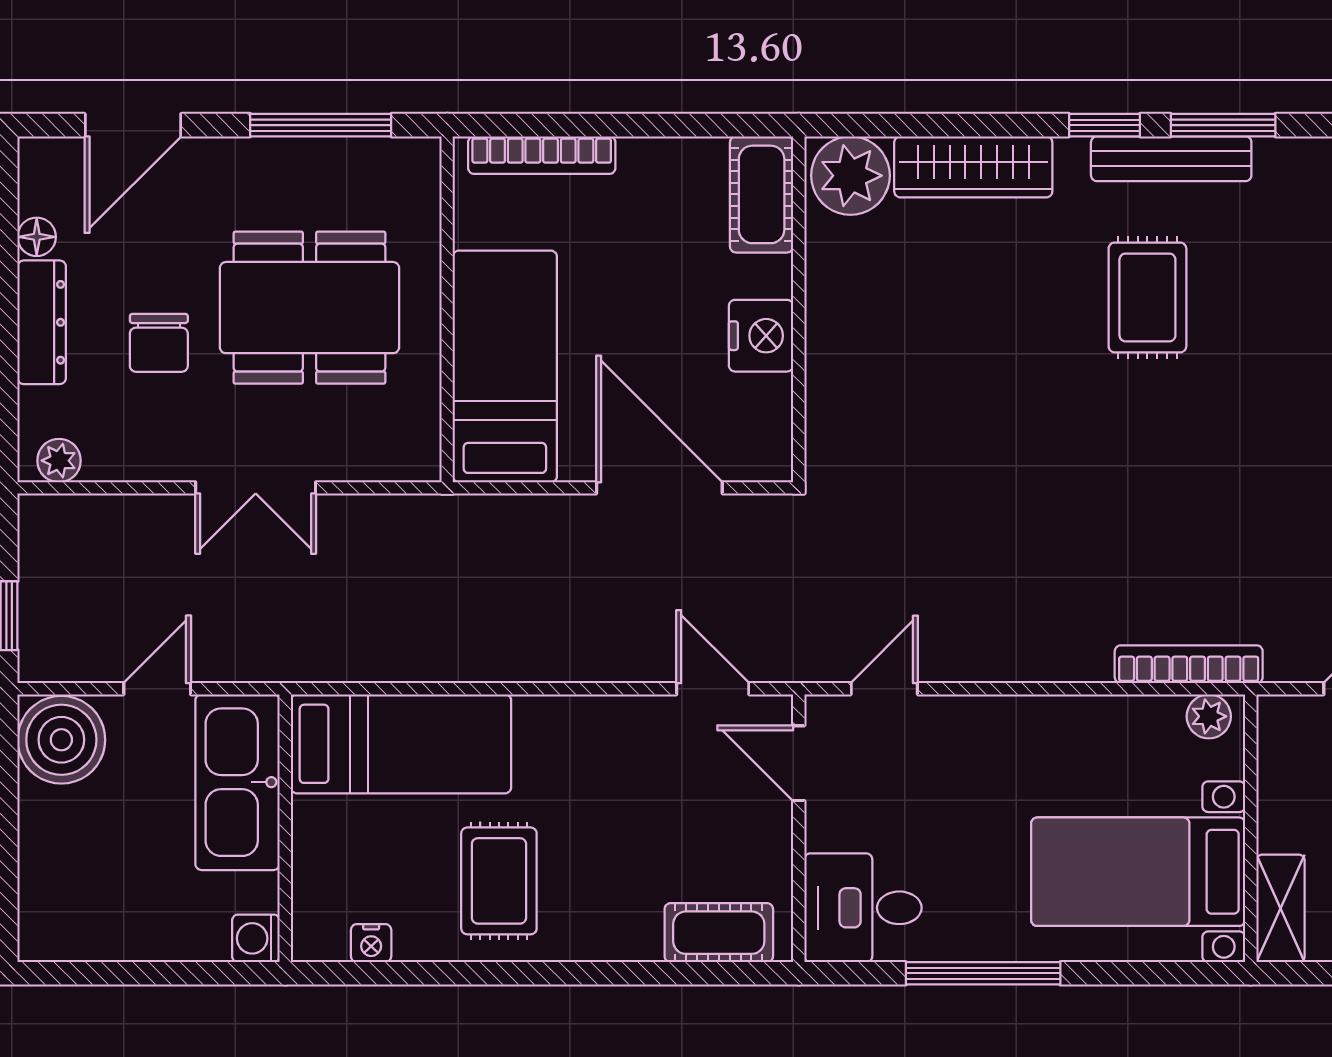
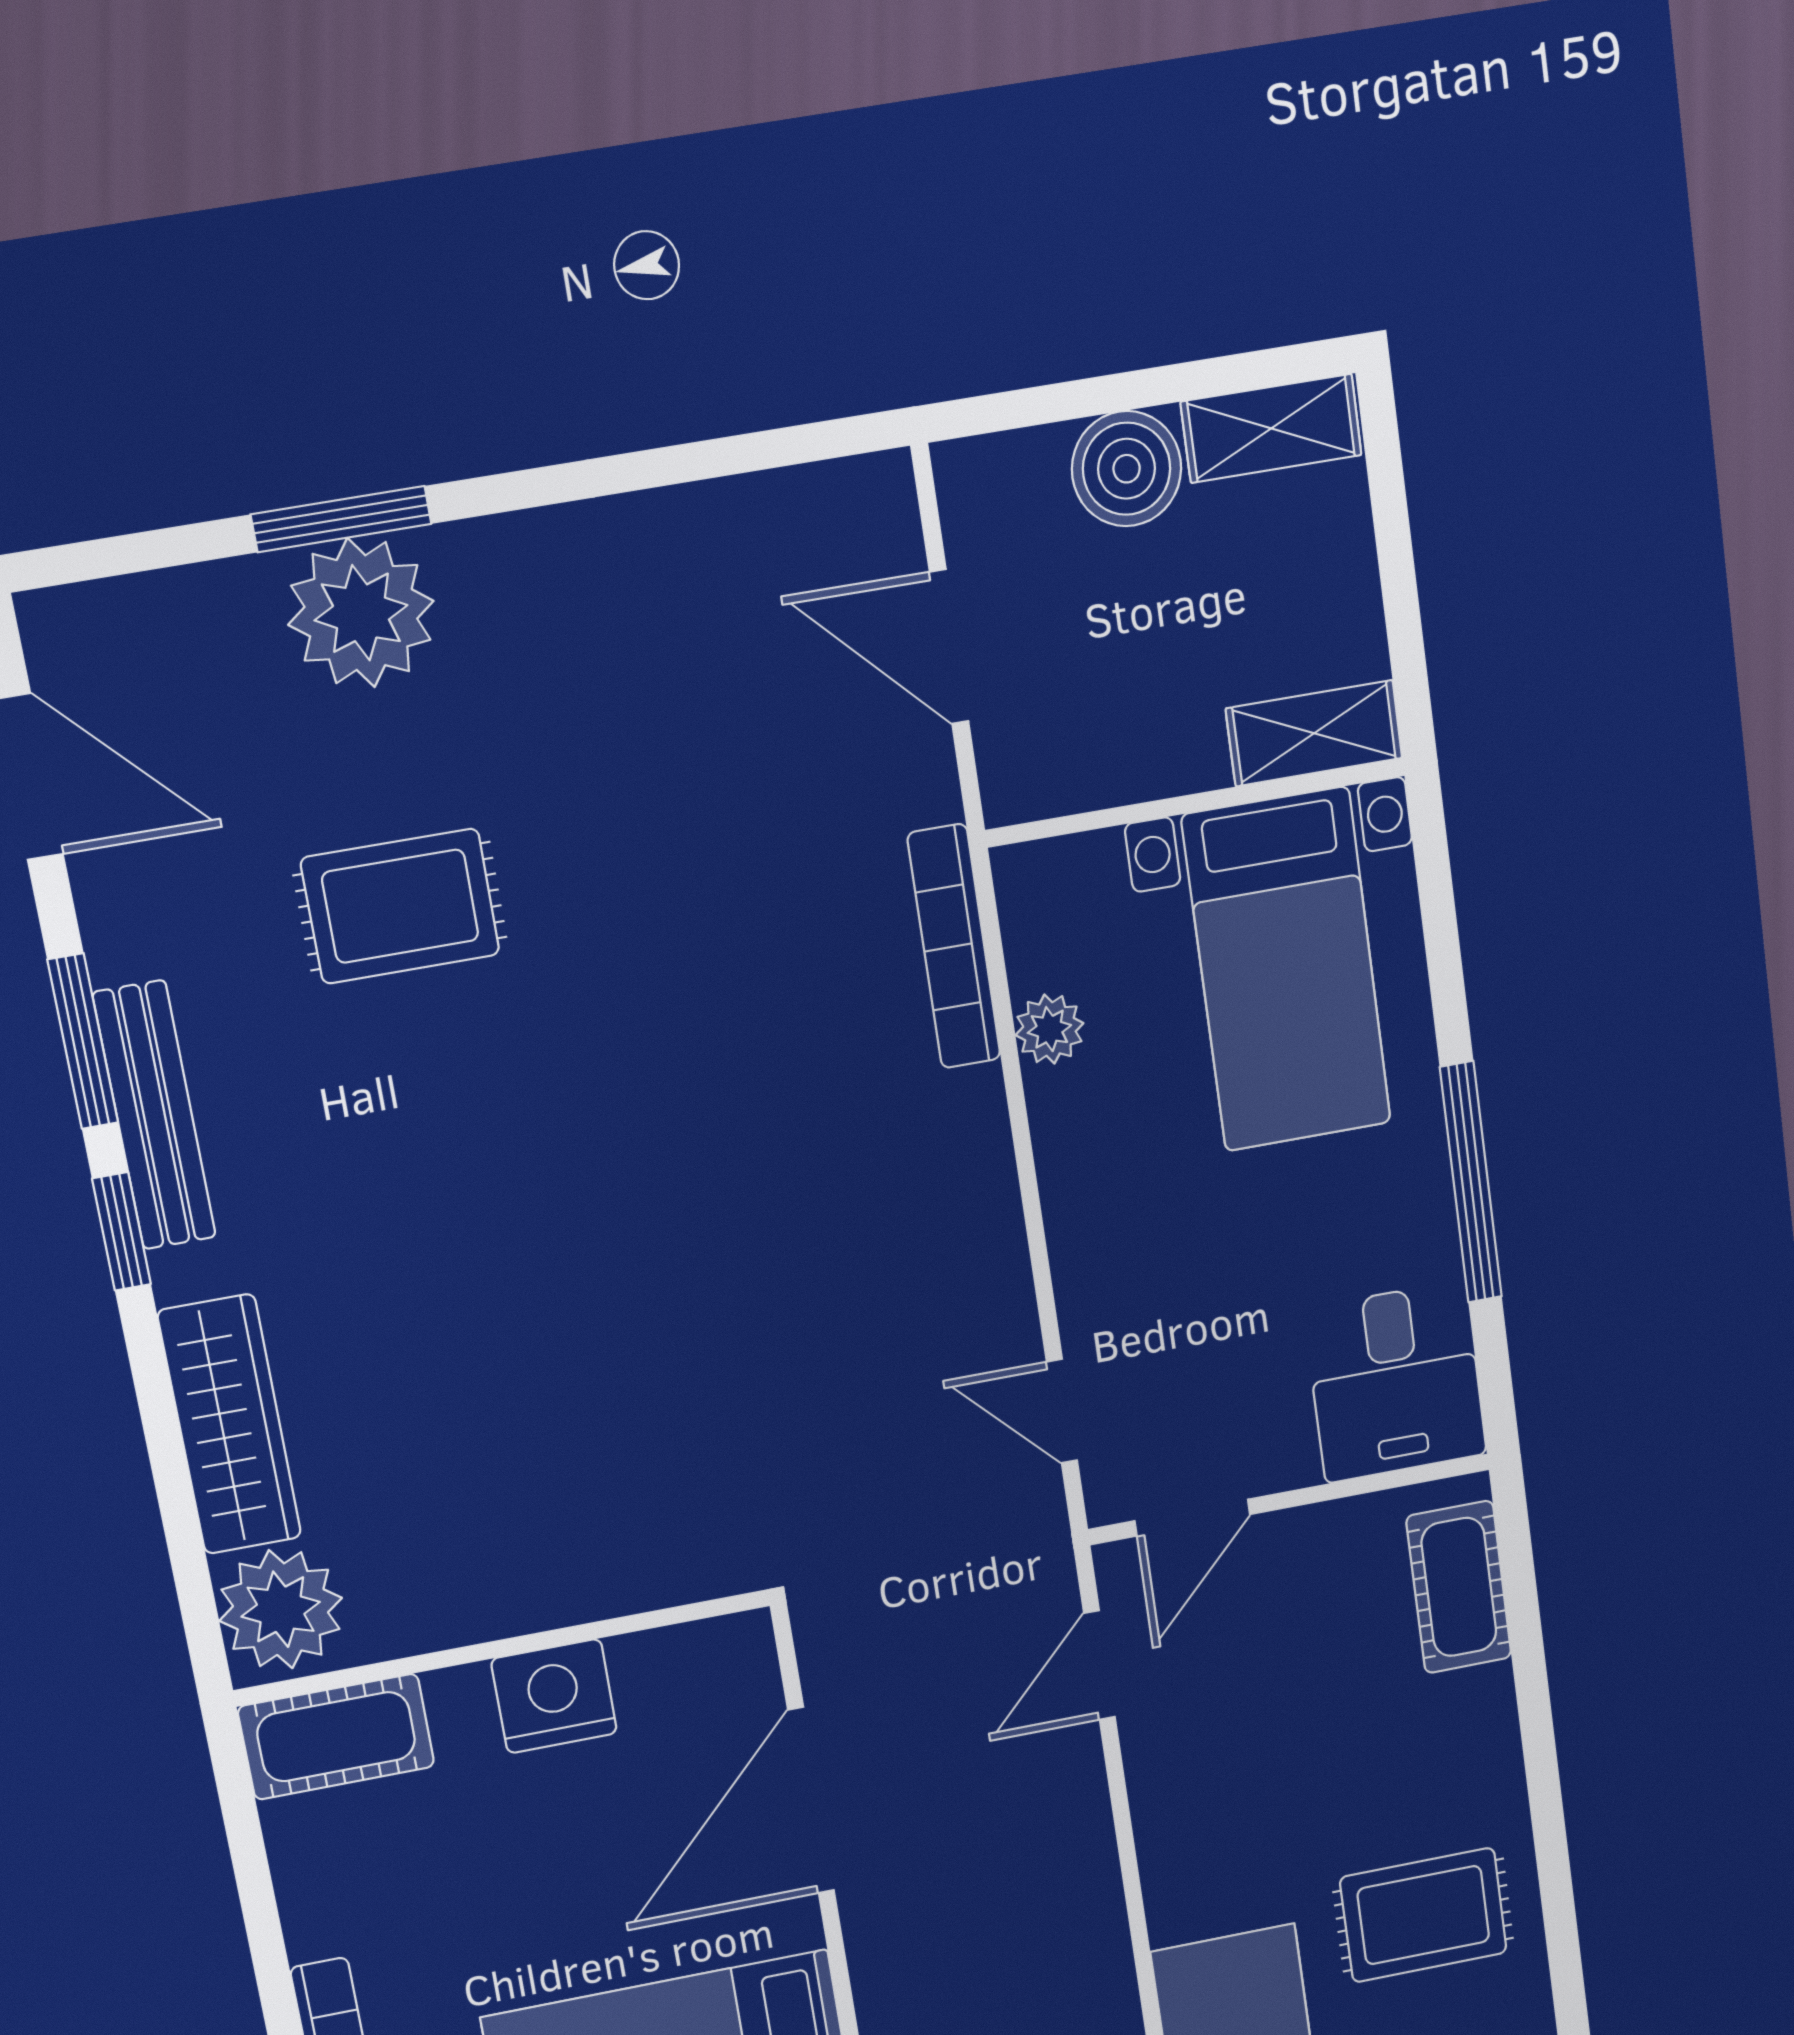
rug: (1147, 297) -> (400, 906), moved
plant: (1209, 716) -> (1049, 1029), moved

